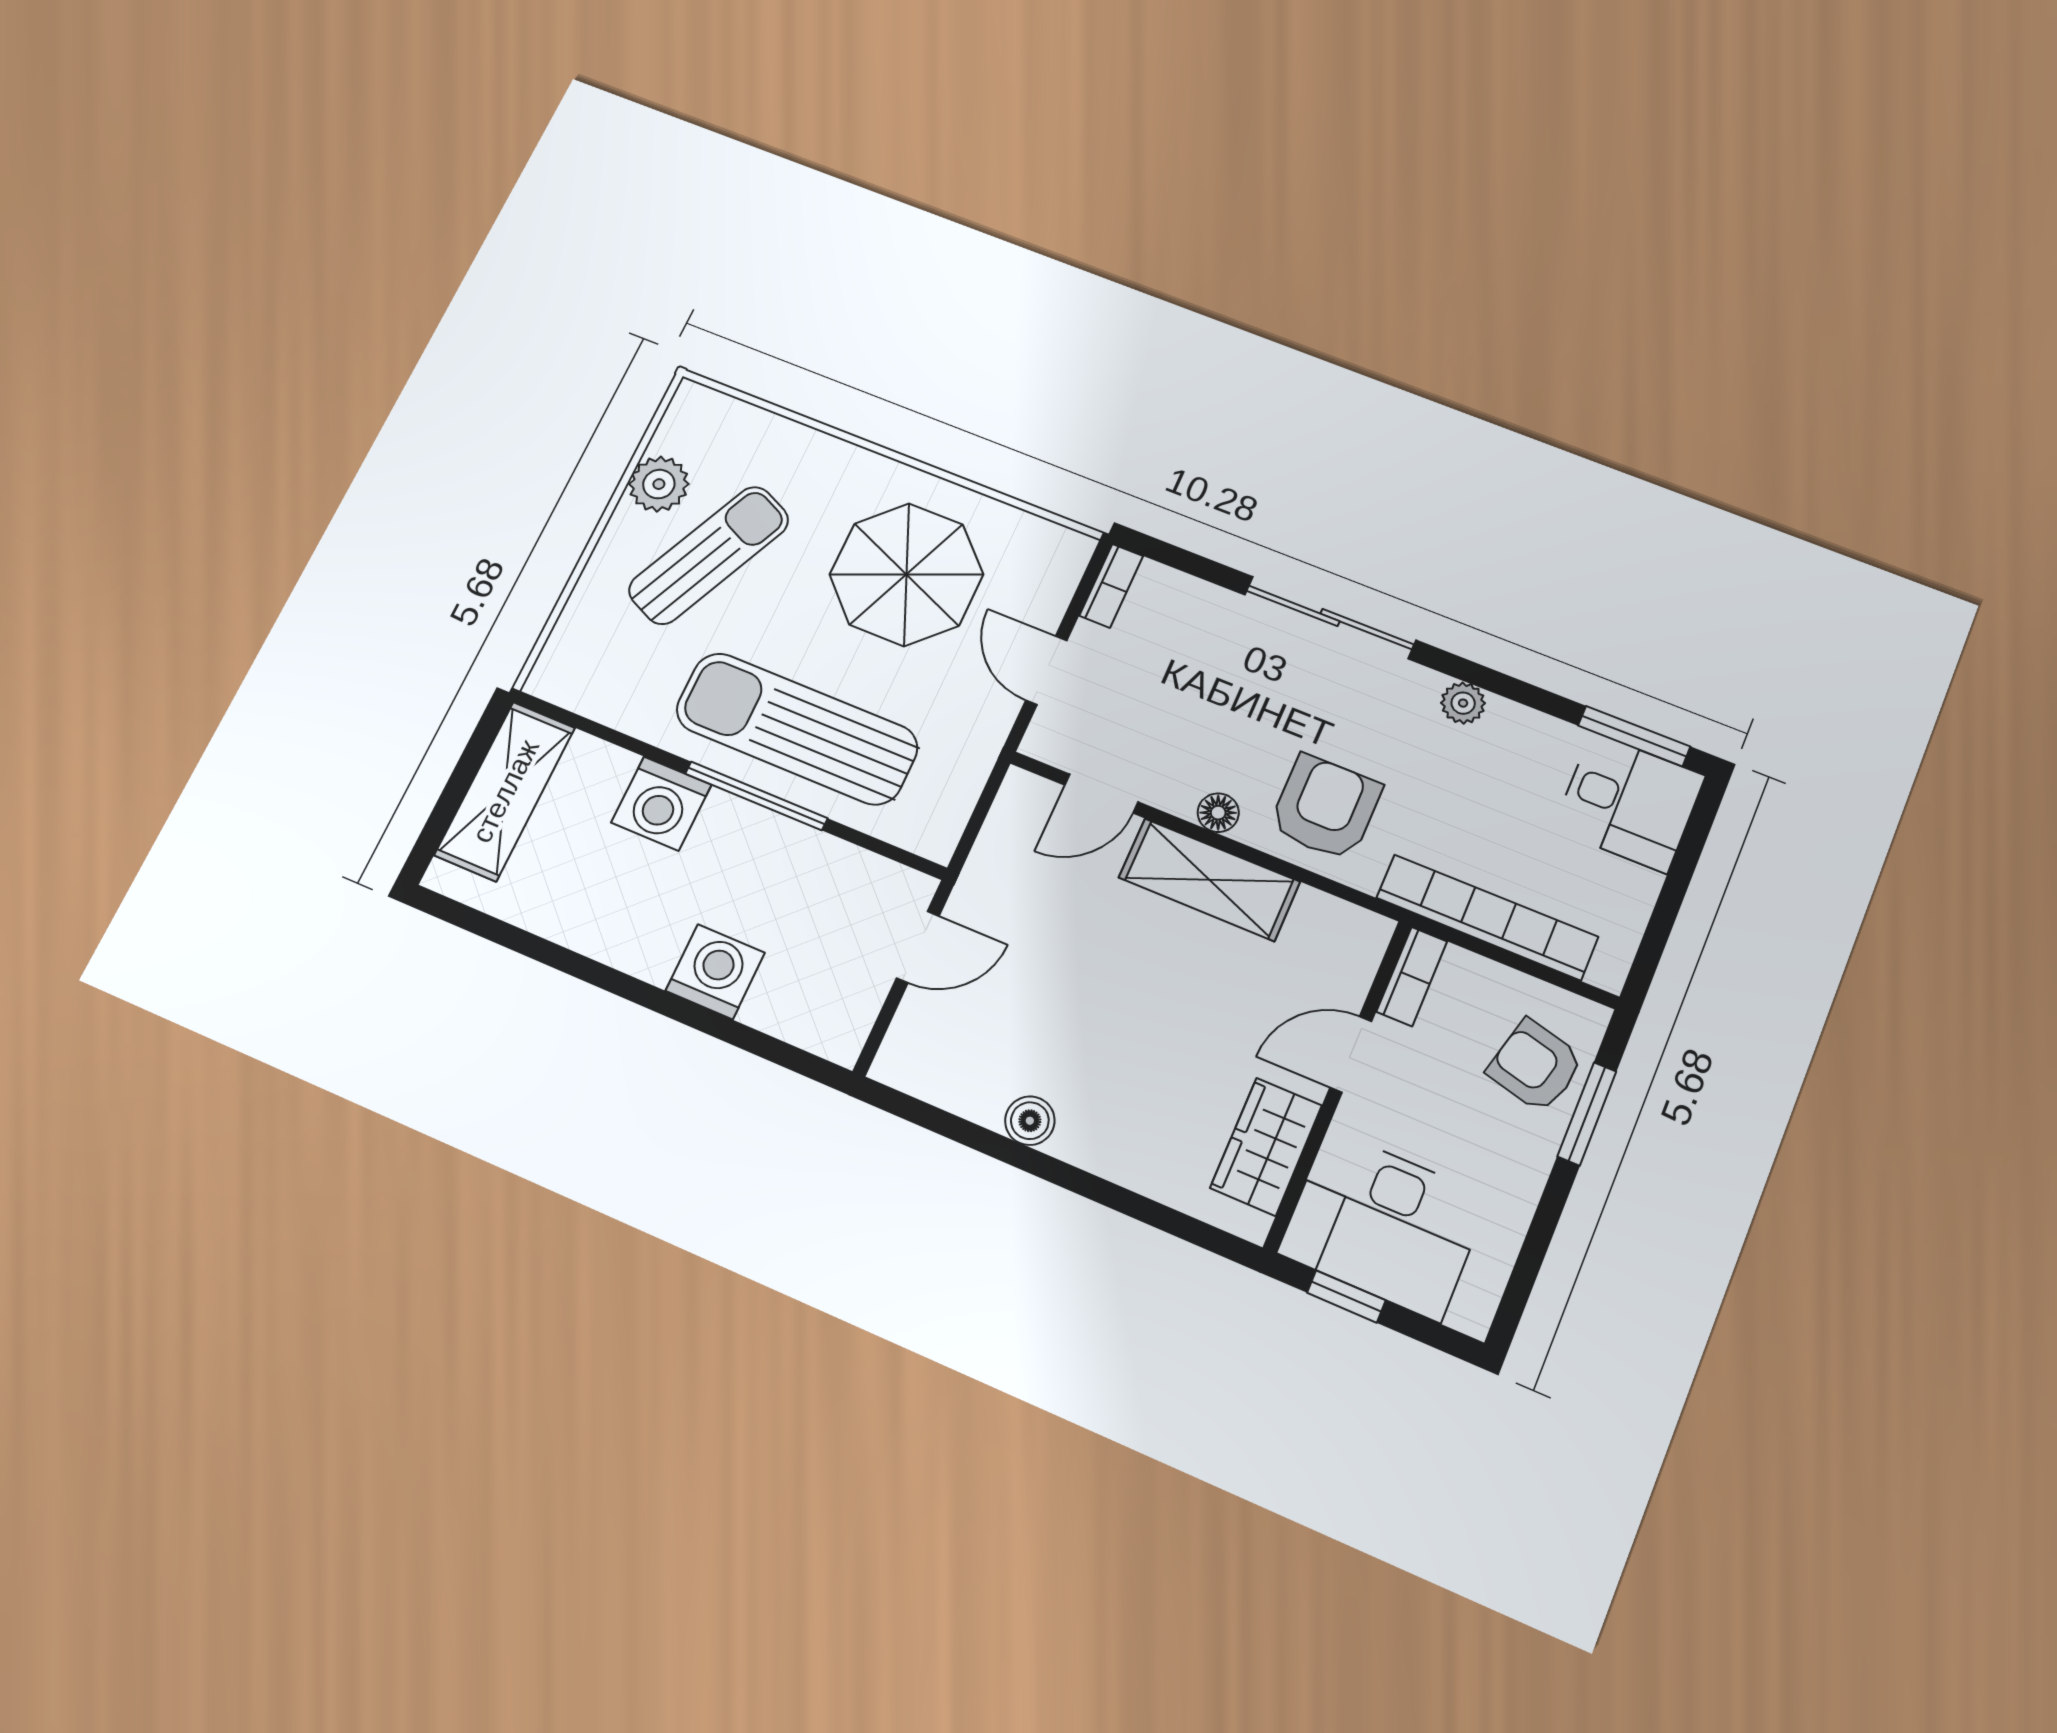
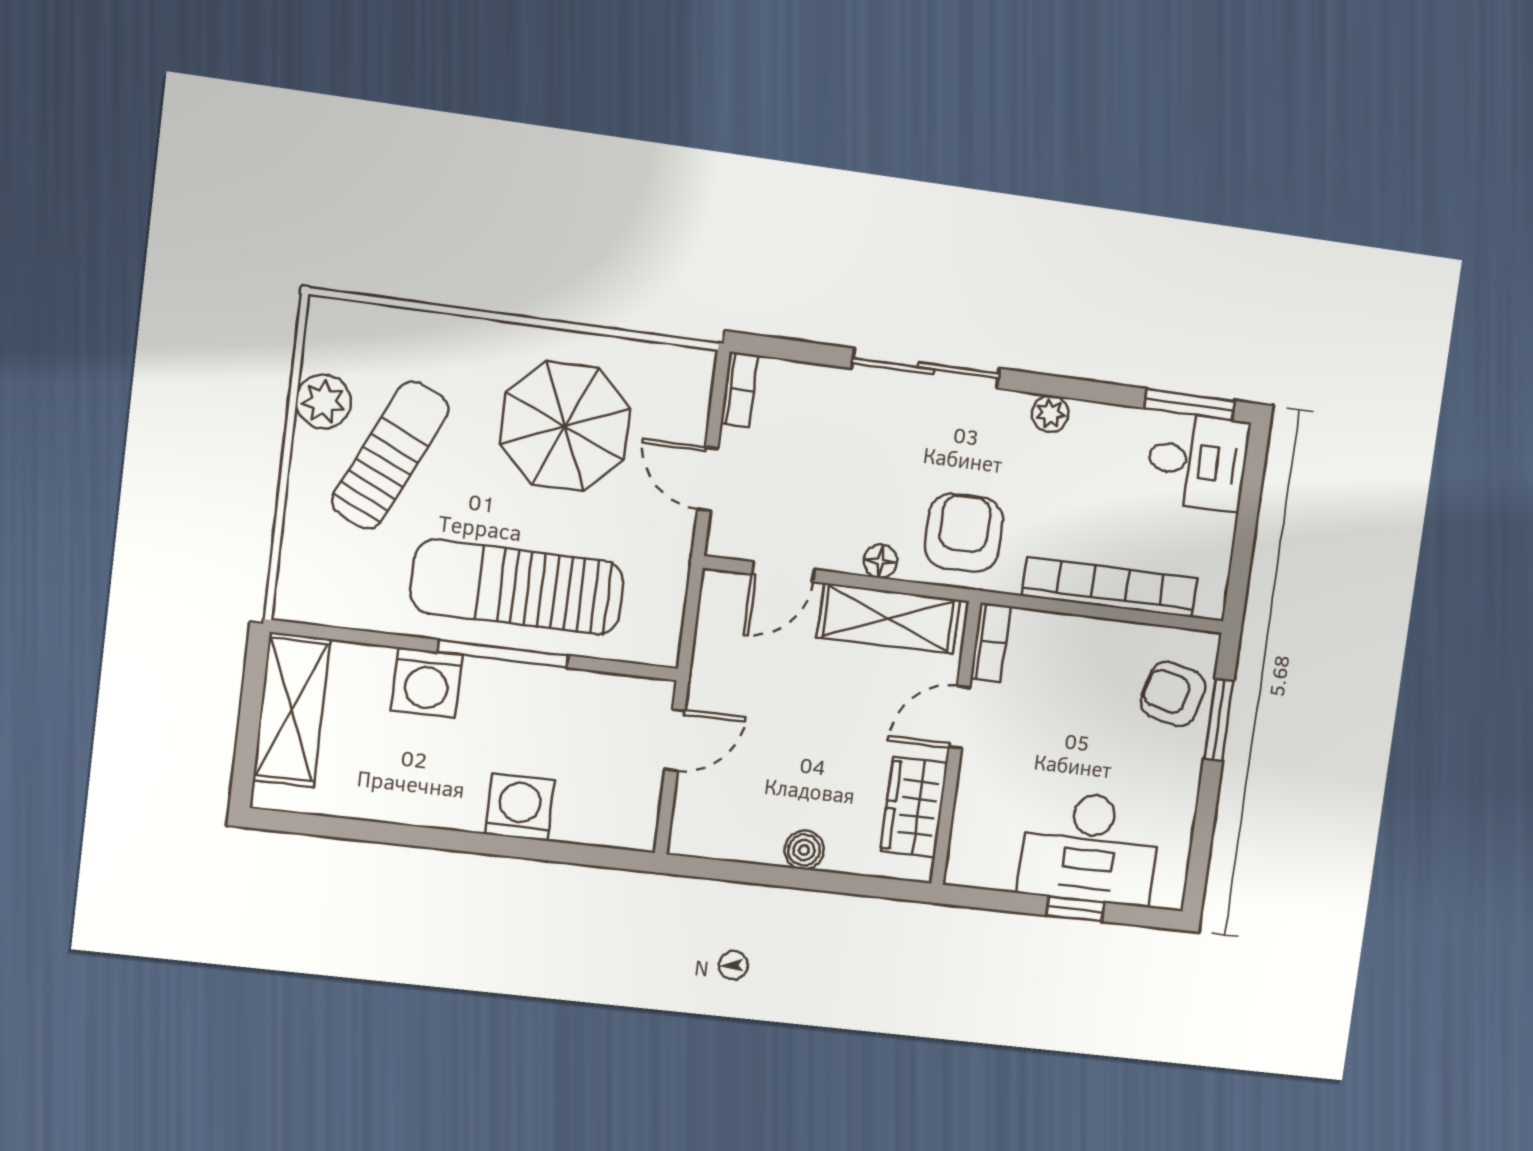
bookcase: (1412, 977) -> (990, 642), moved
door: (1351, 1054) -> (959, 717), moved
wall: (1338, 1085) -> (956, 744), moved
wardrobe: (1266, 1147) -> (914, 807), moved

